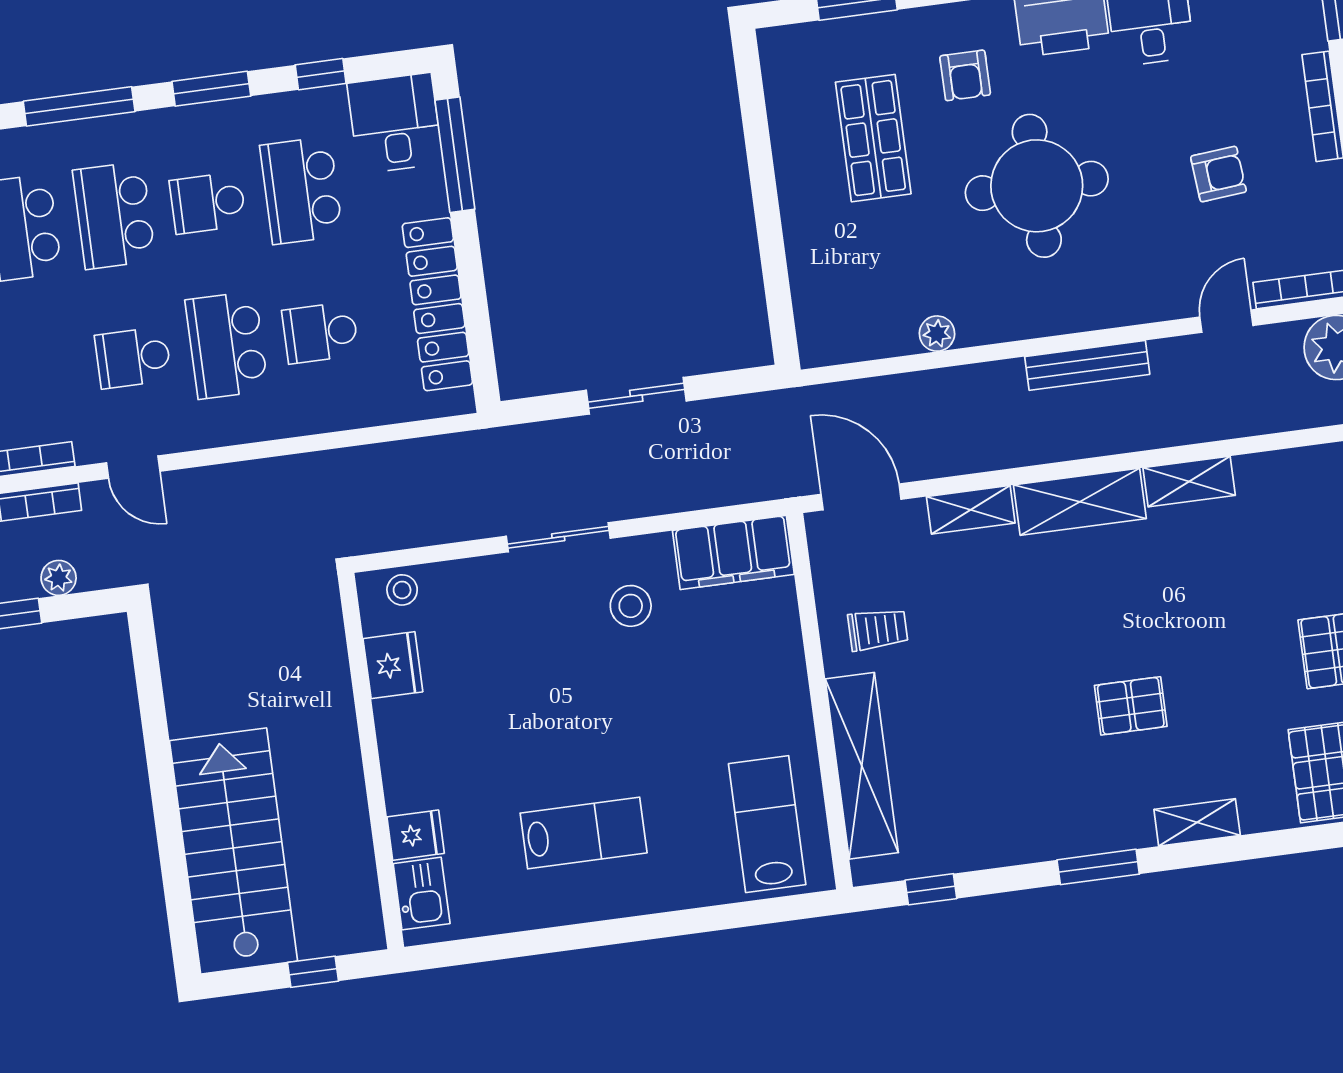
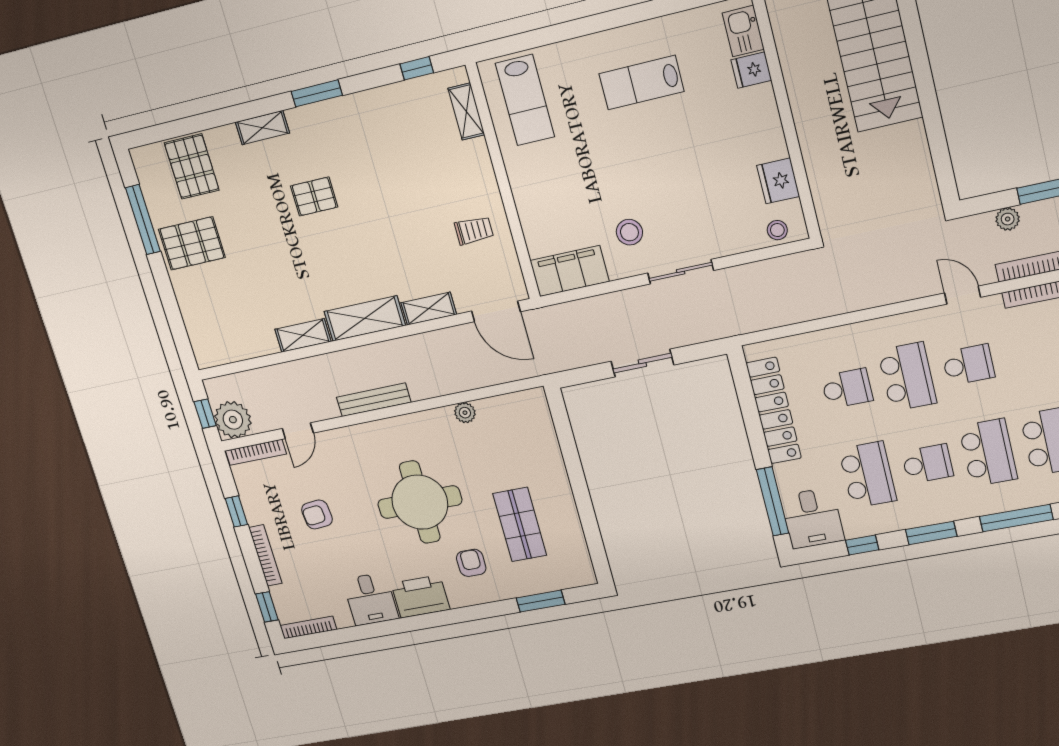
trolley: (878, 629) -> (474, 230), turned 180
shelving: (862, 766) -> (466, 111), width x0.45, depth x0.75

